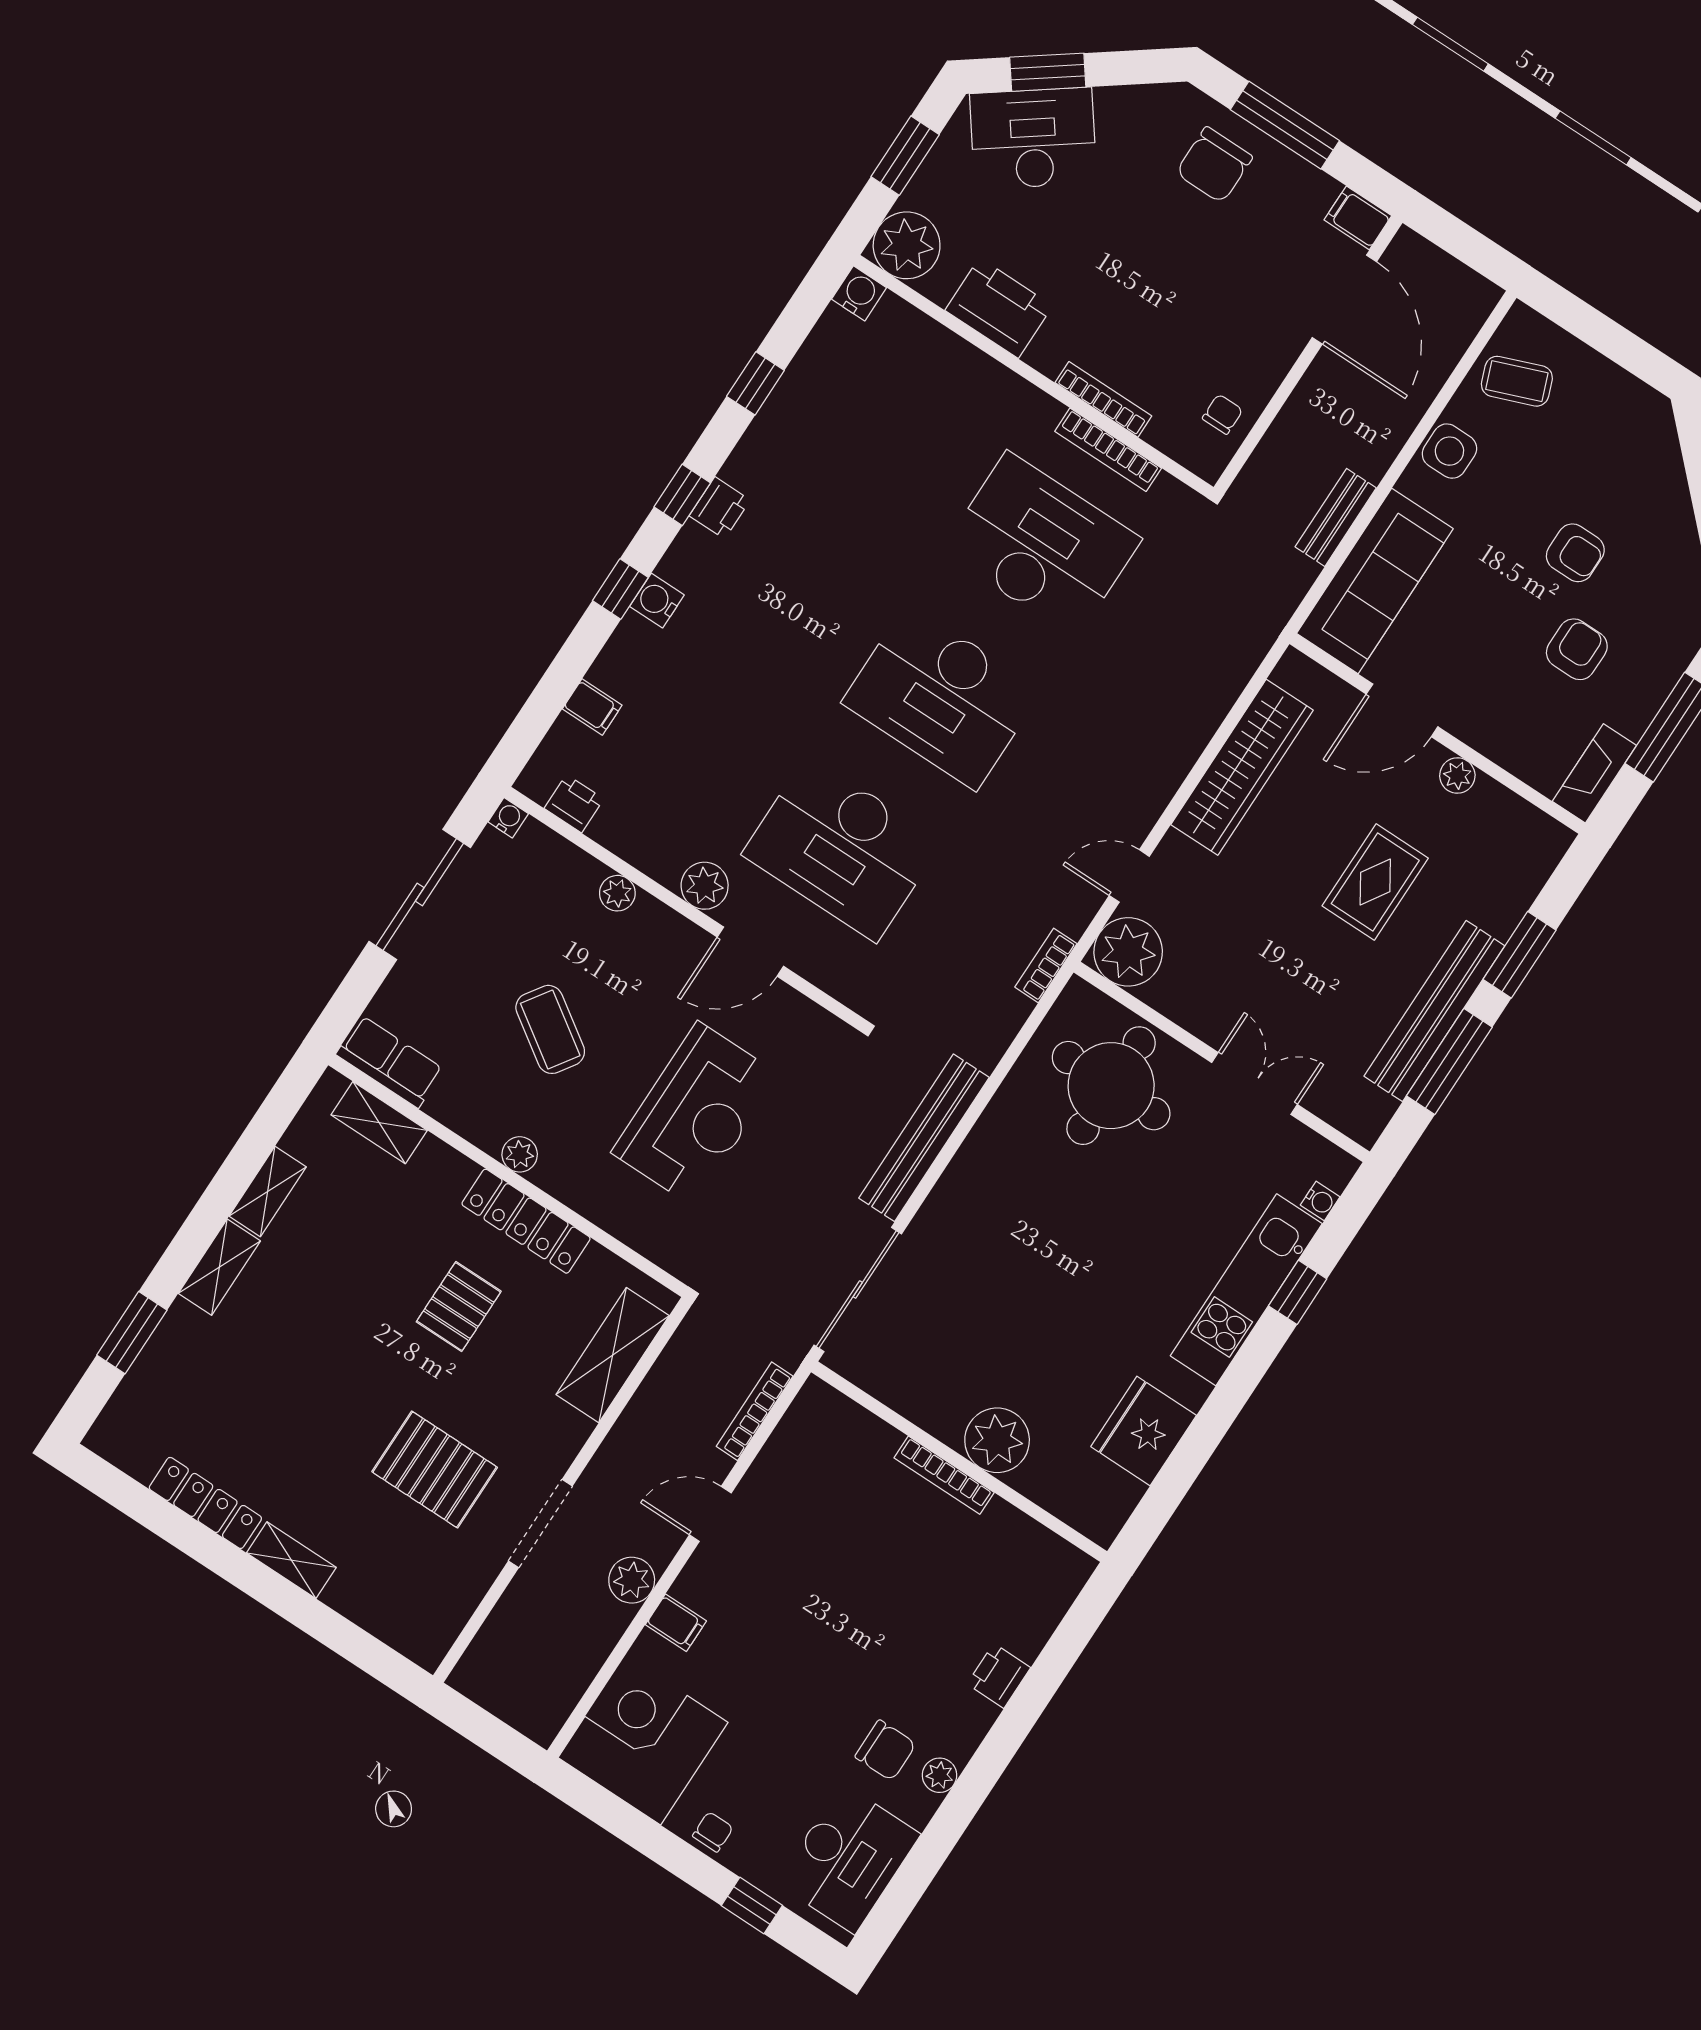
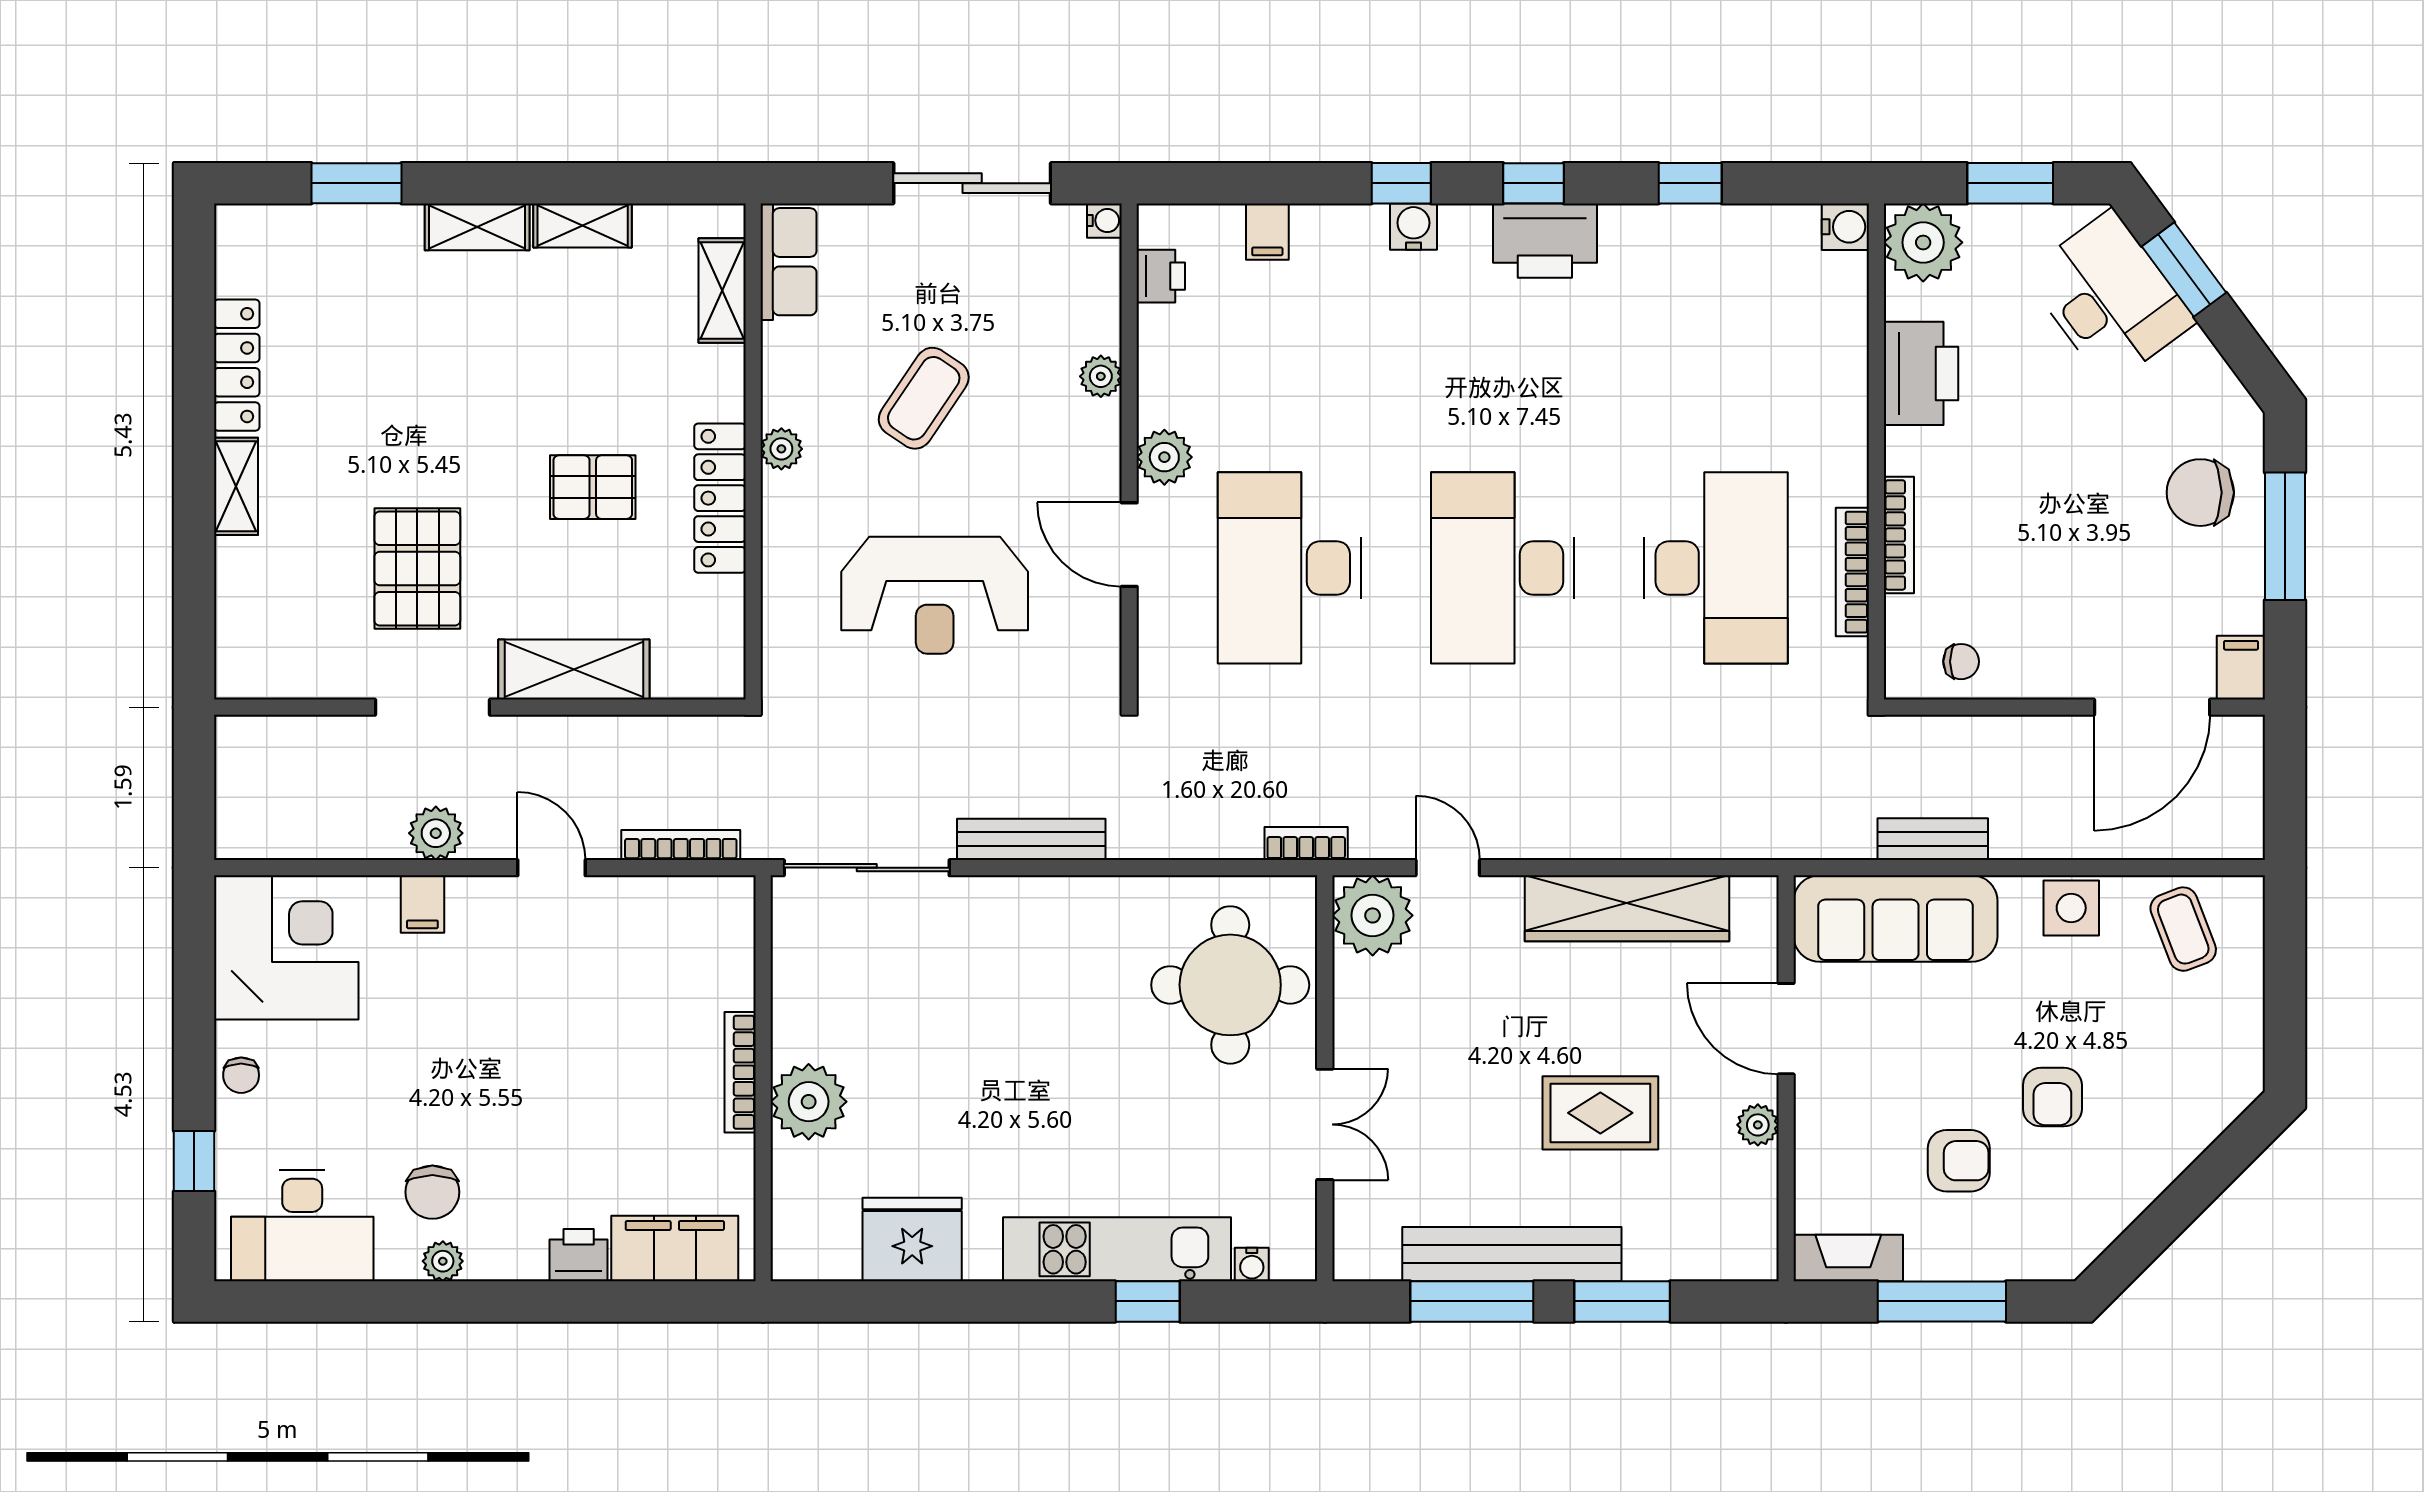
printer: (720, 508) -> (1545, 241), width x1.87, depth x1.48
bench: (924, 1138) -> (1031, 839), width x0.73, depth x0.82
shelving: (613, 1355) -> (574, 670), moved
filing cabinet: (1039, 1604) -> (675, 1249), added
chair: (713, 1832) -> (241, 1075), turned 90

